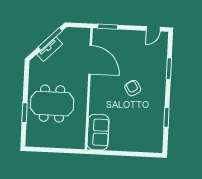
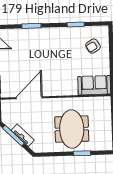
armchair: (133, 88) -> (93, 46), moved

